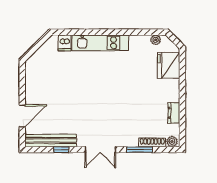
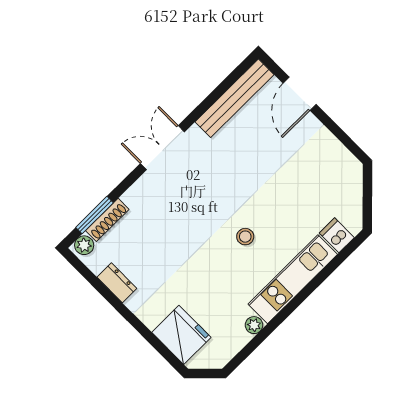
plant: (156, 40) -> (254, 325), moved
stool: (103, 80) -> (245, 237), added
window: (61, 150) -> (210, 100), removed
window: (140, 150) -> (95, 215), moved

